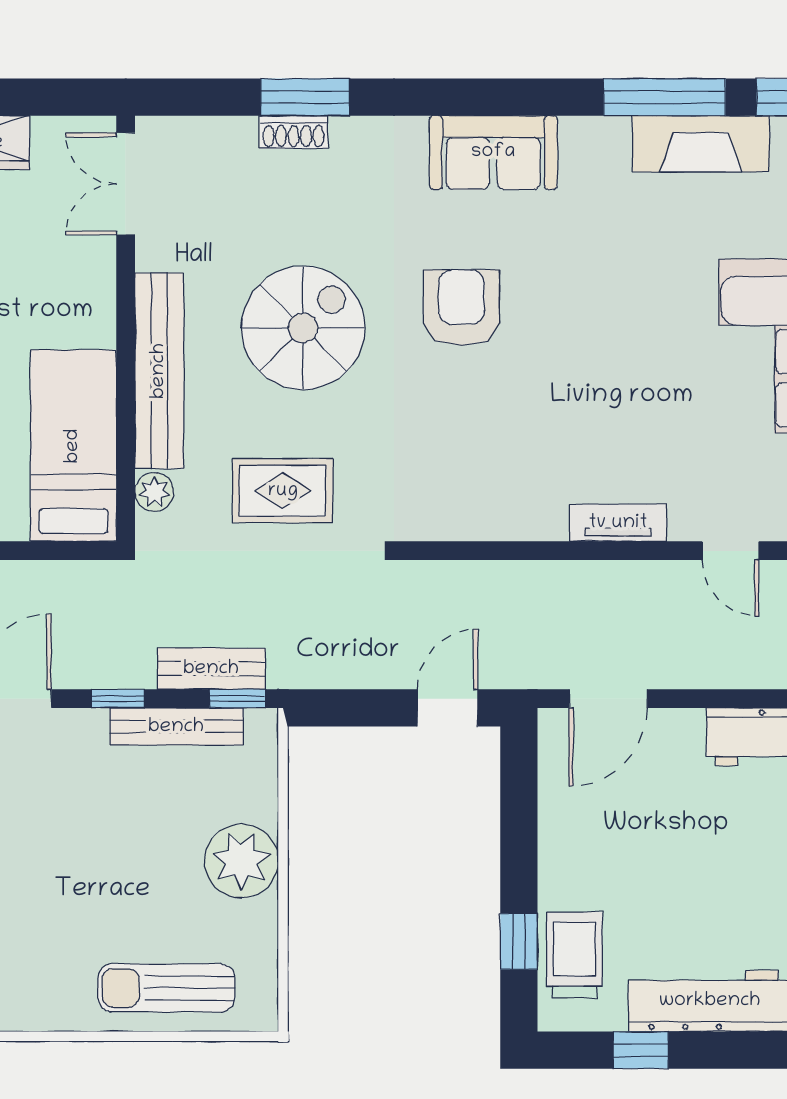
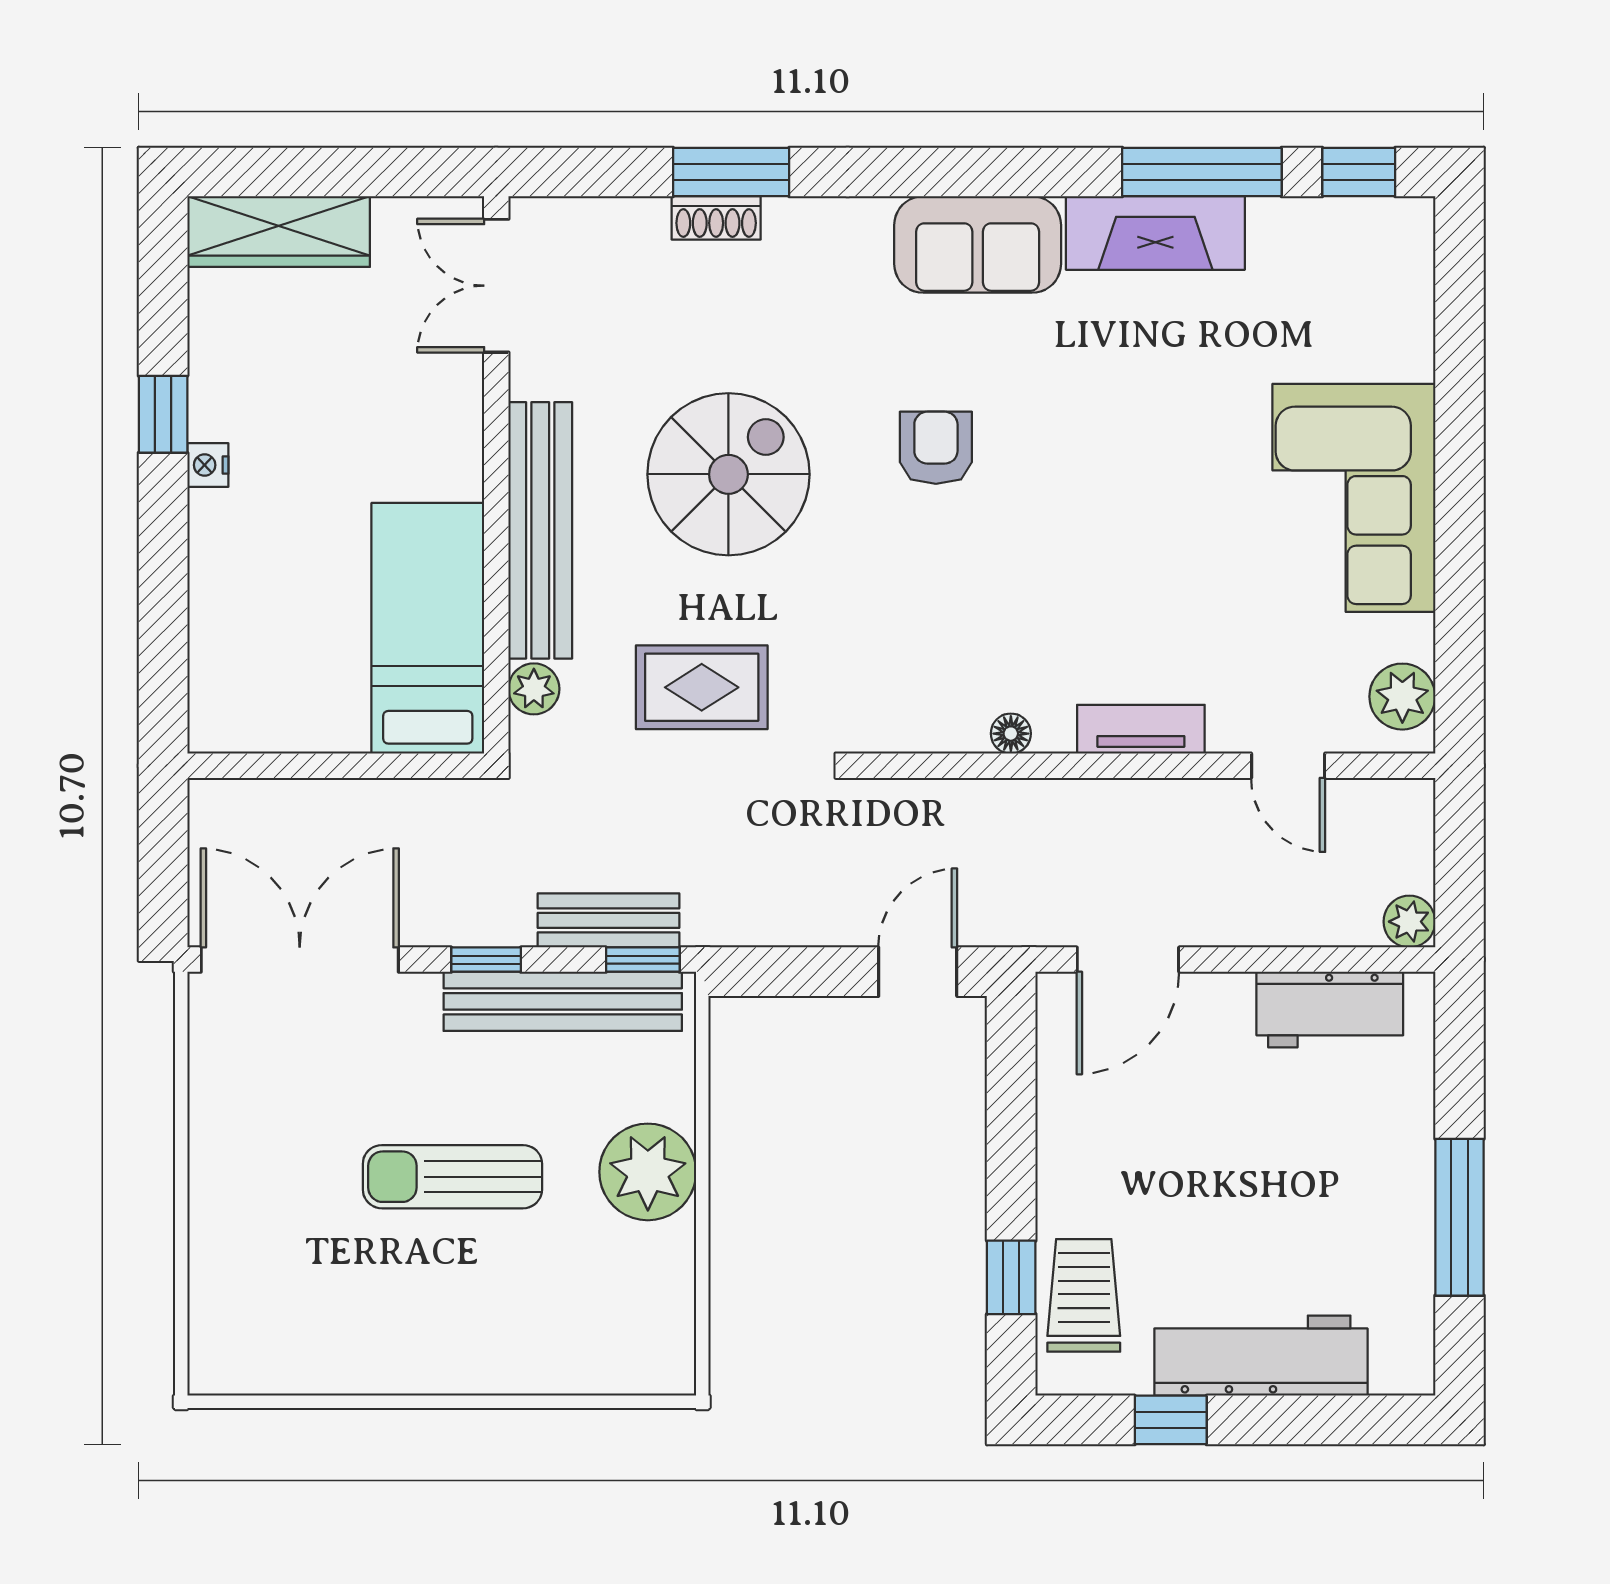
fireplace: (701, 144) -> (1155, 233), moved
armchair: (461, 308) -> (936, 448), width x0.72, depth x0.72
floor lamp: (519, 526) -> (1011, 734), added
bench: (176, 727) -> (563, 1001), width x1.37, depth x1.21
sun lounger: (166, 988) -> (452, 1177), moved

